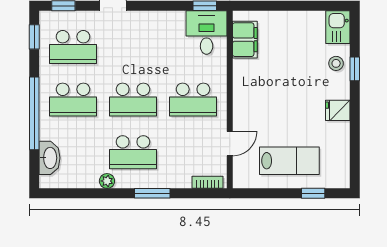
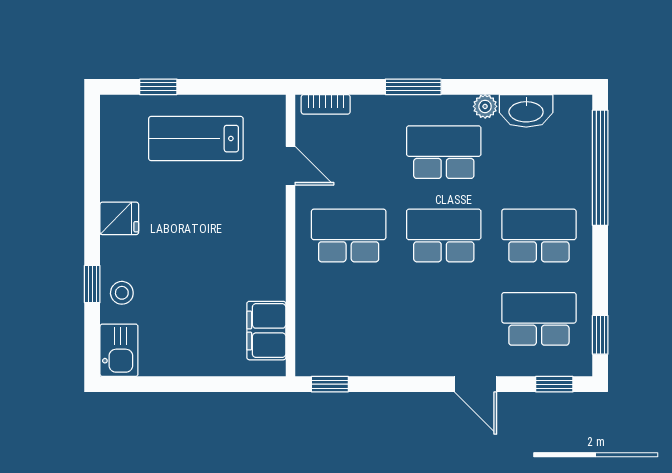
desk: (207, 33) -> (327, 342), removed
window: (34, 113) -> (600, 168), moved
door: (230, 144) -> (290, 166), swing flipped
washbasin: (50, 158) -> (526, 111), moved, turned -90

